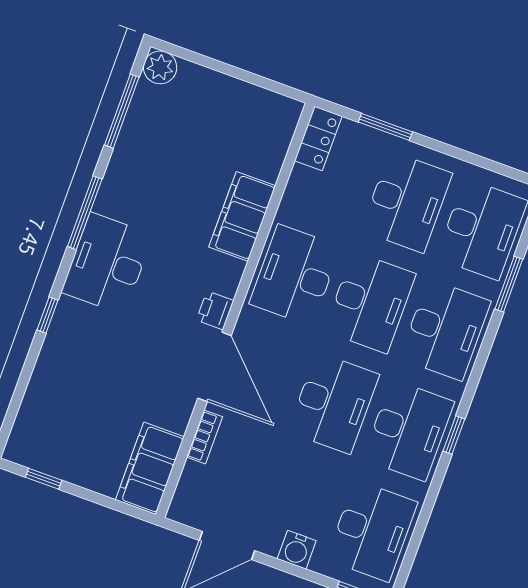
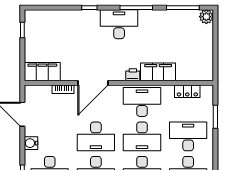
locker: (318, 138) -> (187, 91), moved
desk: (407, 202) -> (188, 136), turned 180
printer: (215, 310) -> (133, 75), moved

